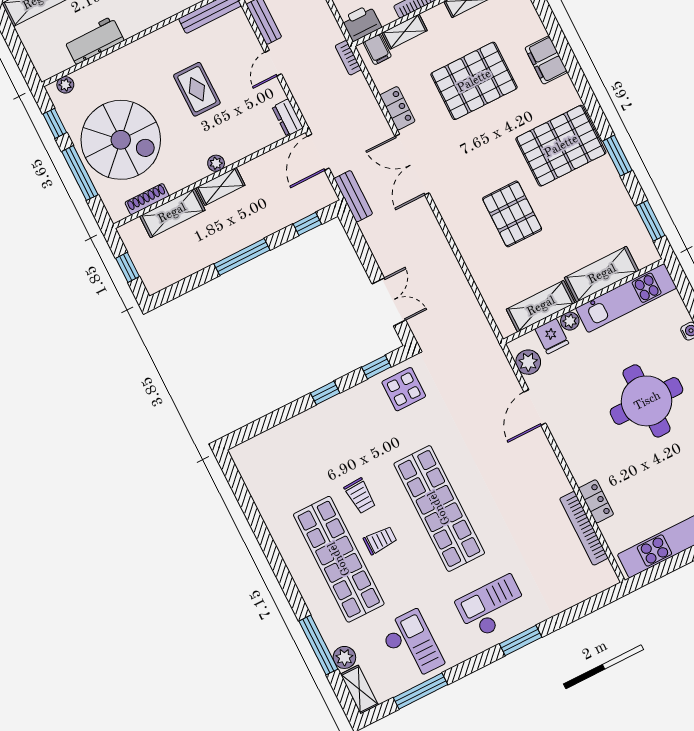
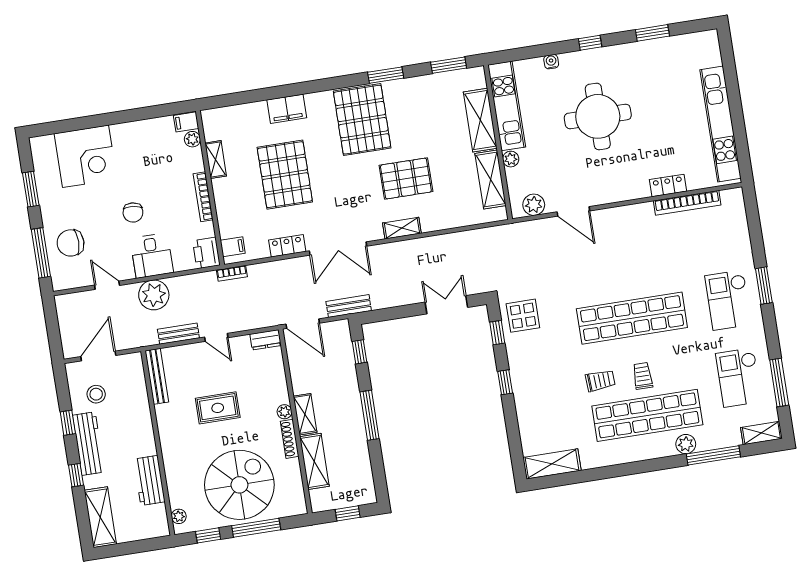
shelving: (405, 32) -> (402, 228), moved, turned 90
shoe rack: (147, 199) -> (290, 439), moved
fridge: (552, 336) -> (518, 178), removed
shelving: (253, 472) -> (552, 464), added
checkout: (412, 645) -> (739, 378), turned -90
plant: (344, 657) -> (686, 444), moved

